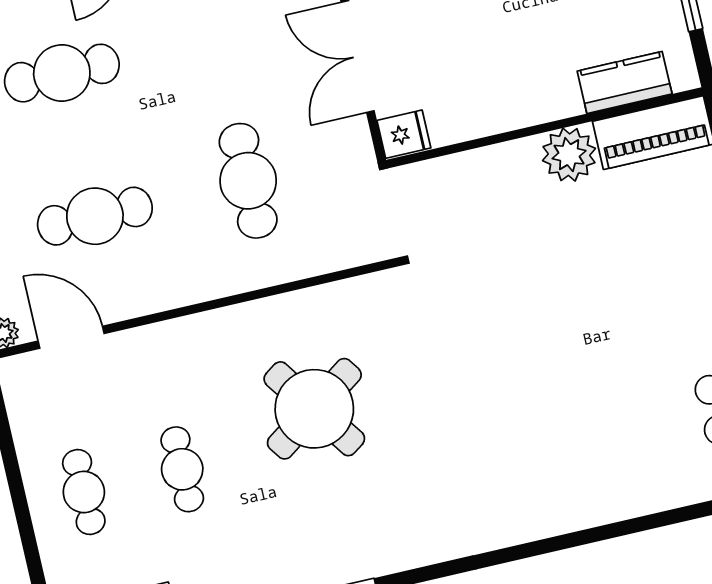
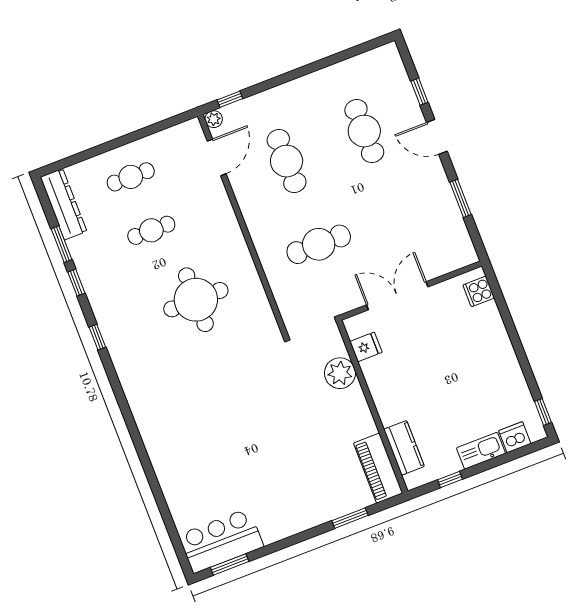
fridge: (404, 134) -> (366, 347), moved, turned -90
plant: (569, 155) -> (340, 373), moved
round table: (314, 409) -> (196, 300), turned 35

